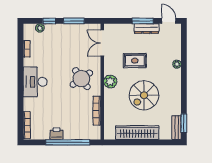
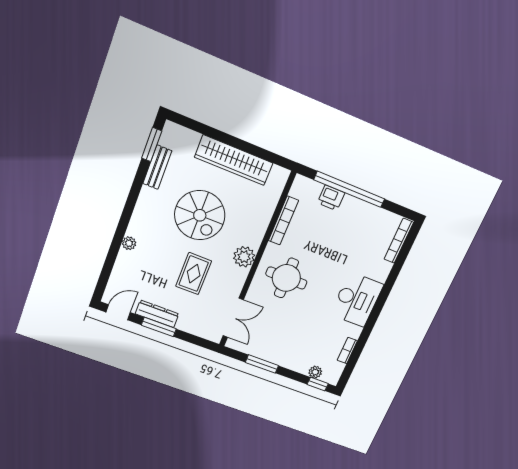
window: (49, 21) -> (318, 384), moved
door: (169, 21) -> (118, 312), swing flipped
rug: (135, 61) -> (194, 274), turned 90
round table: (81, 79) -> (286, 278), turned 35
spiral stairs: (144, 95) -> (200, 215), turned 90
bench: (177, 128) -> (157, 167), moved
printer: (57, 134) -> (331, 198), moved

